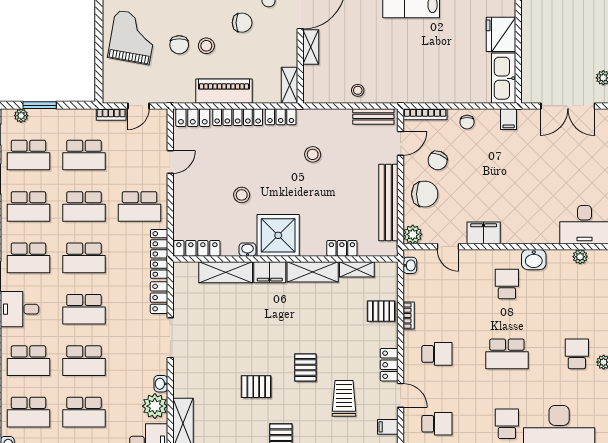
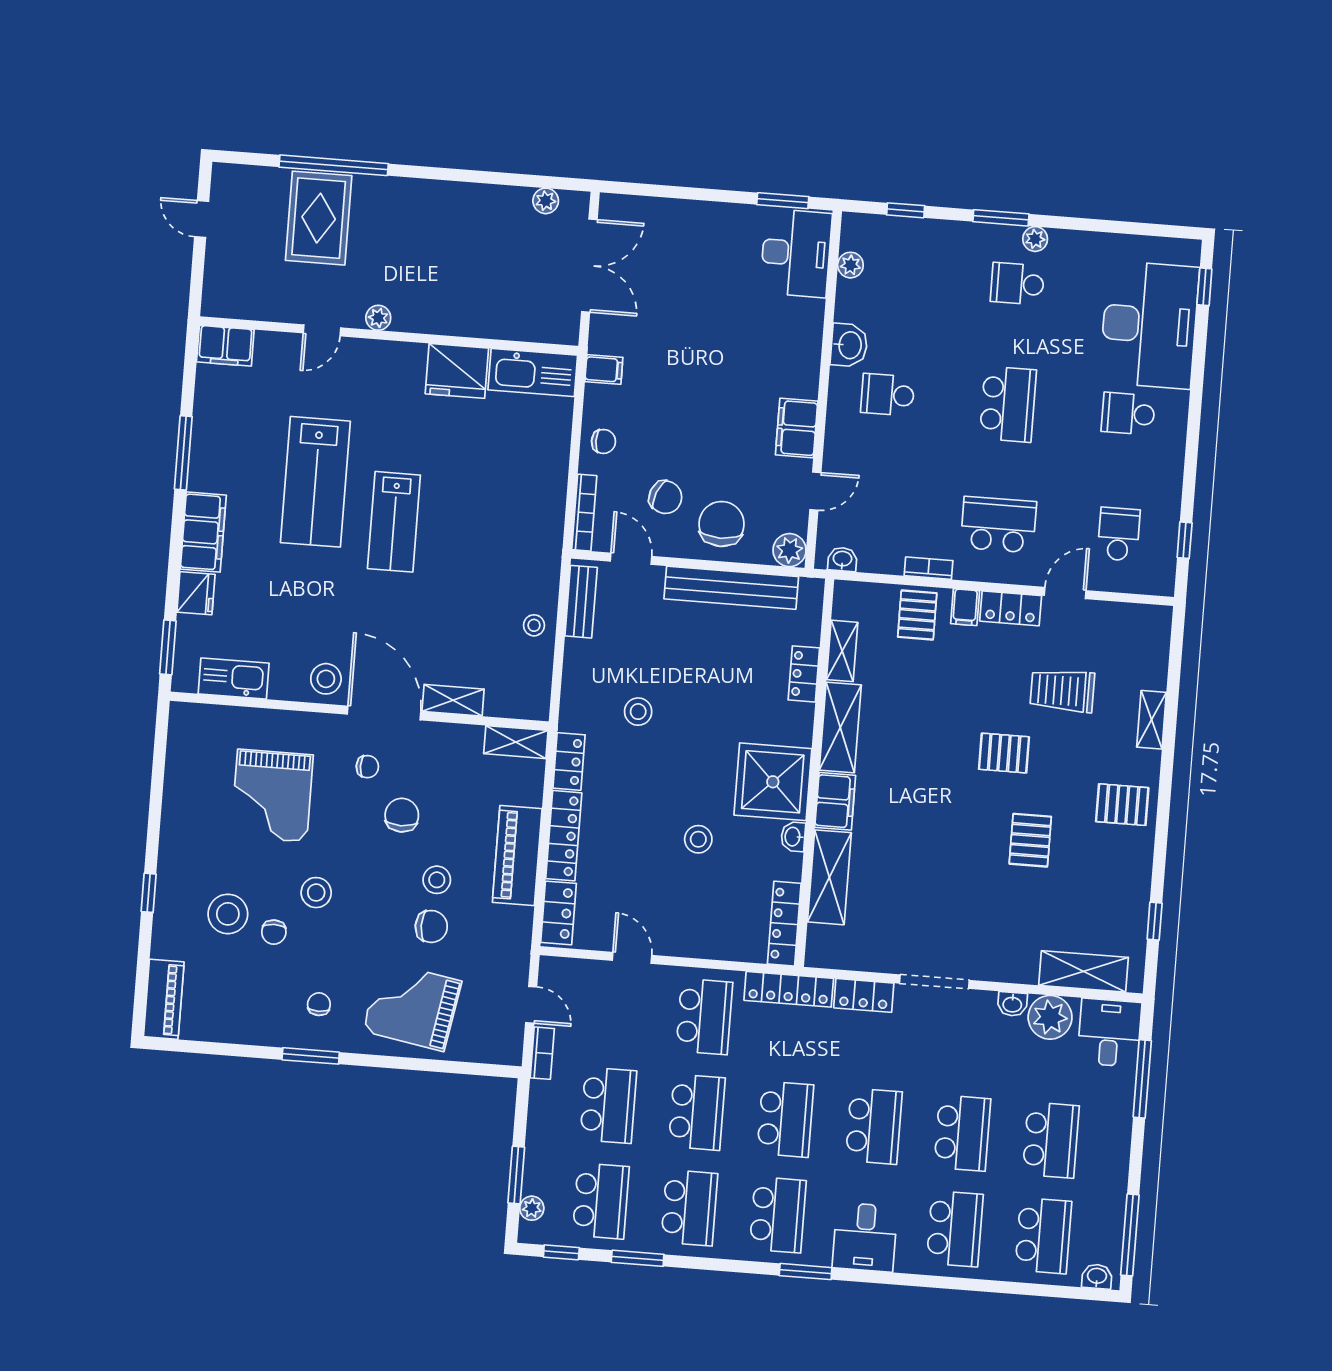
school desk: (437, 354) -> (998, 525), width x1.85
filing cabinet: (388, 427) -> (965, 607), moved

